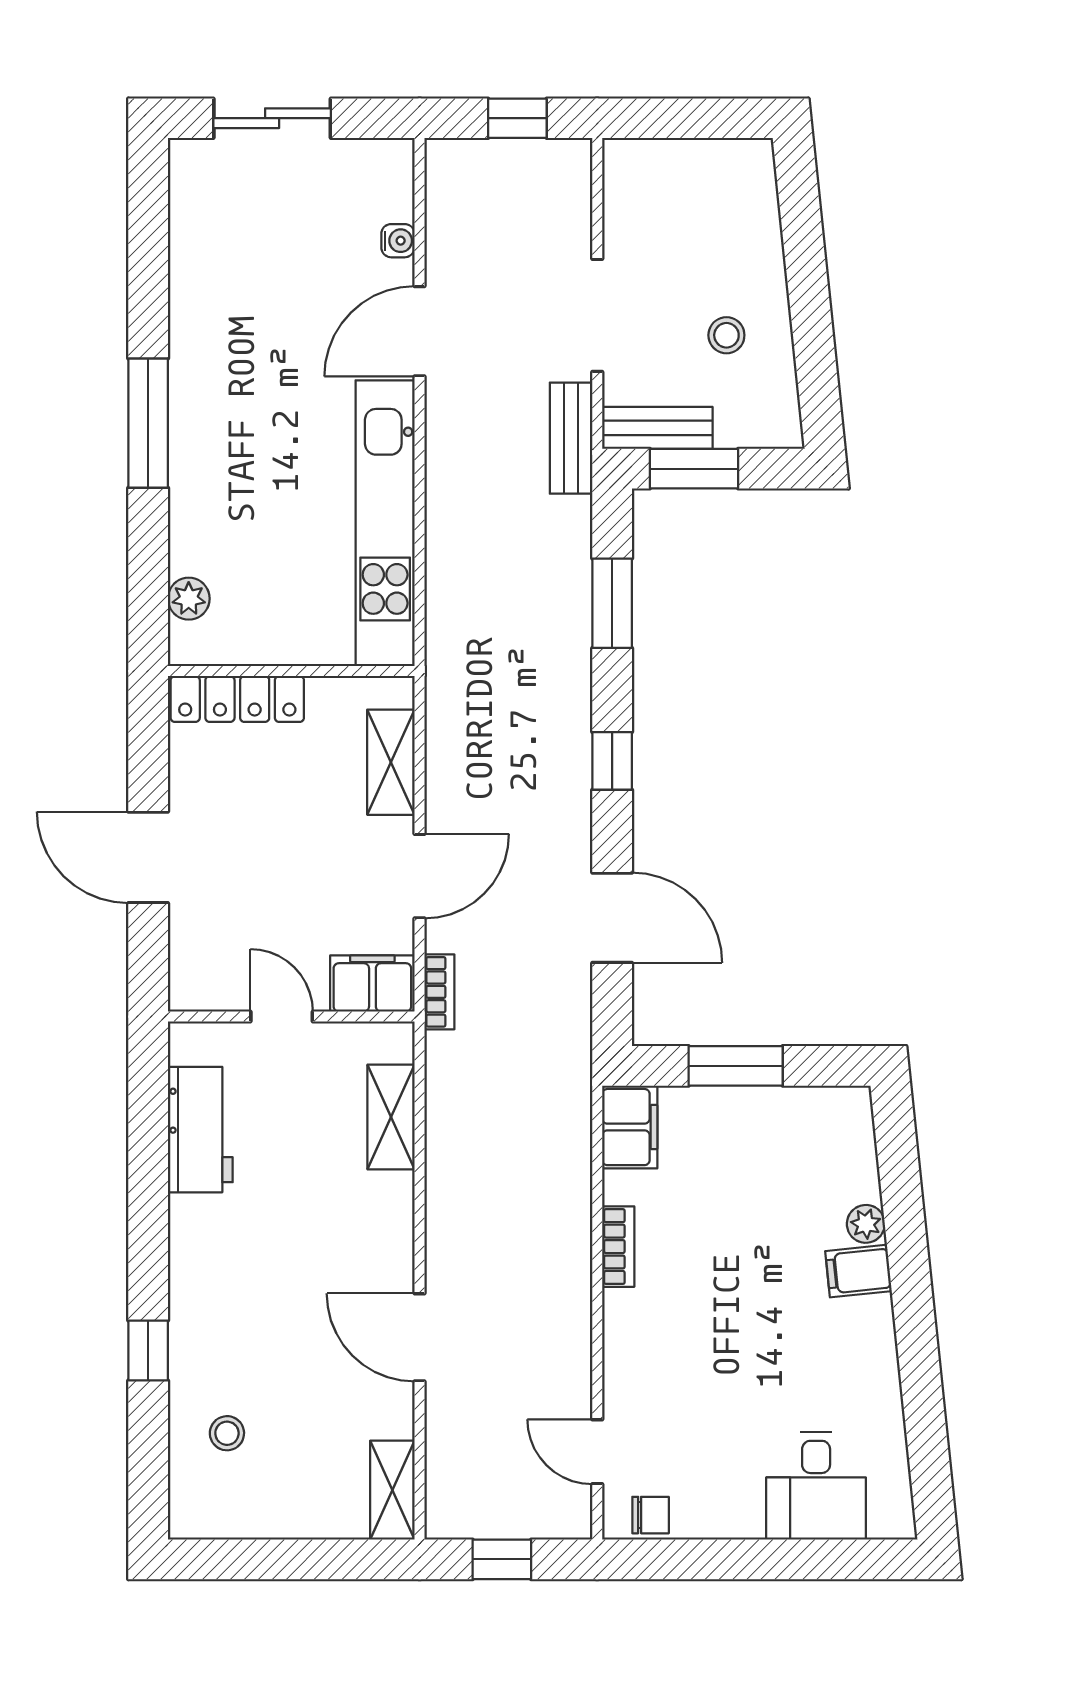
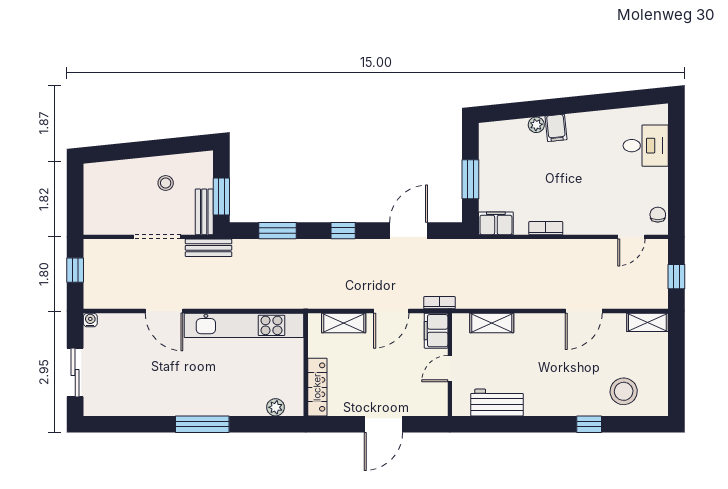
water cooler: (398, 241) -> (90, 320), moved
door: (420, 876) -> (391, 311), swing flipped
stool: (227, 1433) -> (624, 391), width x1.89, depth x1.89

